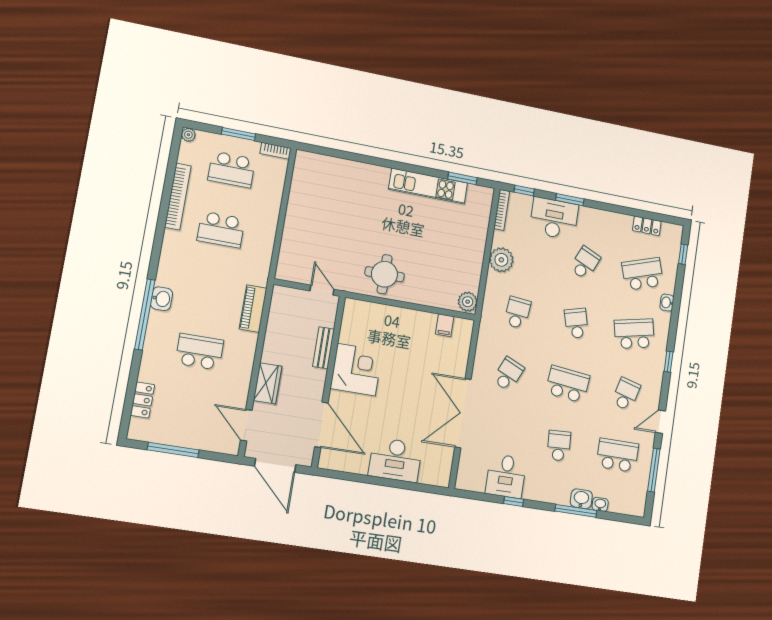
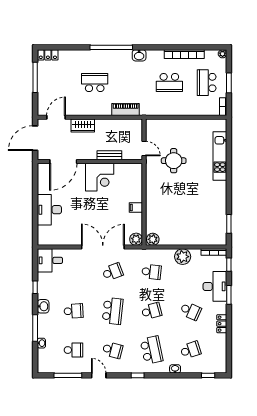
kitchen unit: (428, 186) -> (220, 156), moved
locker: (647, 226) -> (222, 324), moved
school desk: (221, 230) -> (169, 83), turned -90
round table: (384, 274) -> (174, 161), moved
school desk: (643, 274) -> (191, 350), width x0.54
door: (322, 290) -> (144, 149), hinge flipped
washbasin: (161, 299) -> (139, 55), moved
filing cabinet: (445, 325) -> (136, 208), moved
plant: (463, 328) -> (136, 239), added
school desk: (199, 352) -> (95, 83), turned -90
school desk: (508, 374) -> (113, 272), turned -45
locker: (143, 400) -> (48, 55), moved
double door: (463, 413) -> (103, 247), moved
school desk: (617, 455) -> (74, 350), width x0.54
desk: (506, 476) -> (50, 260), moved
washbasin: (581, 499) -> (43, 306), moved

